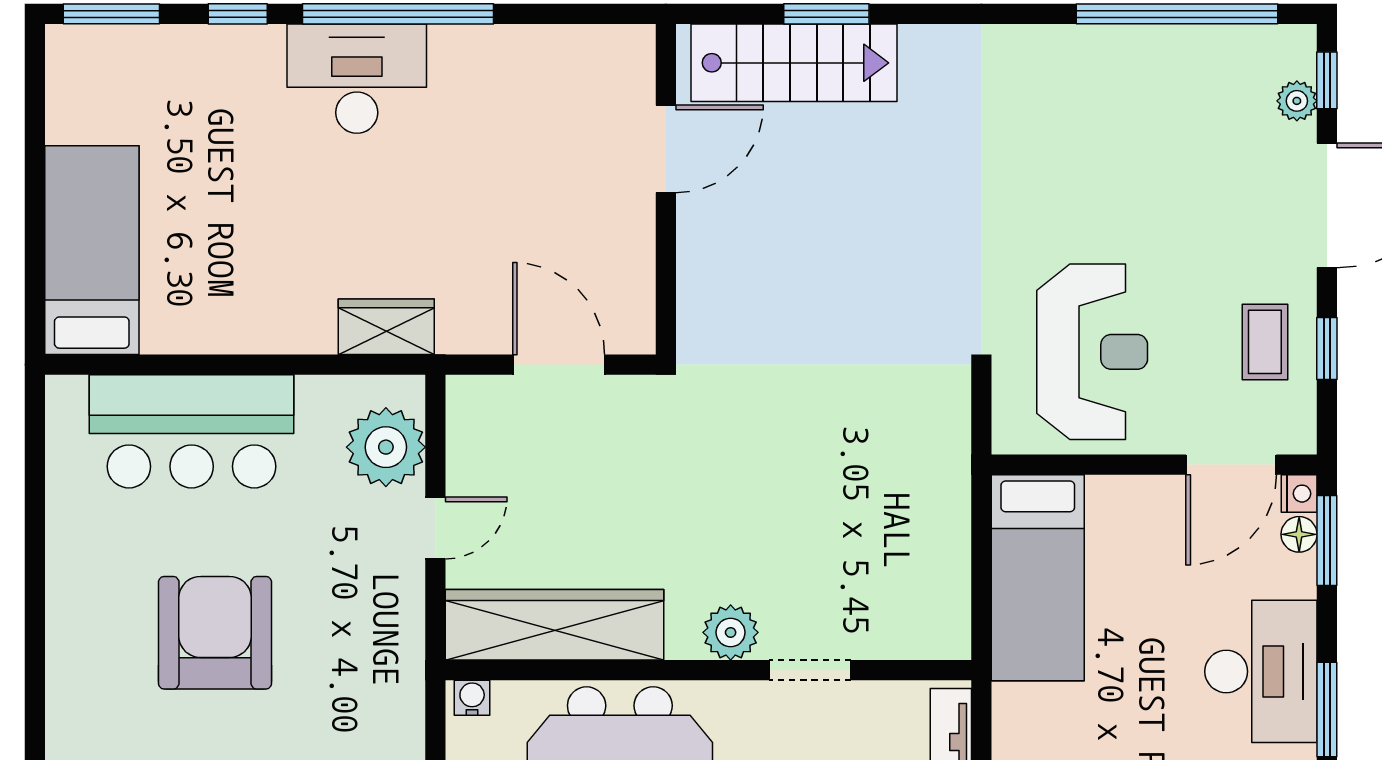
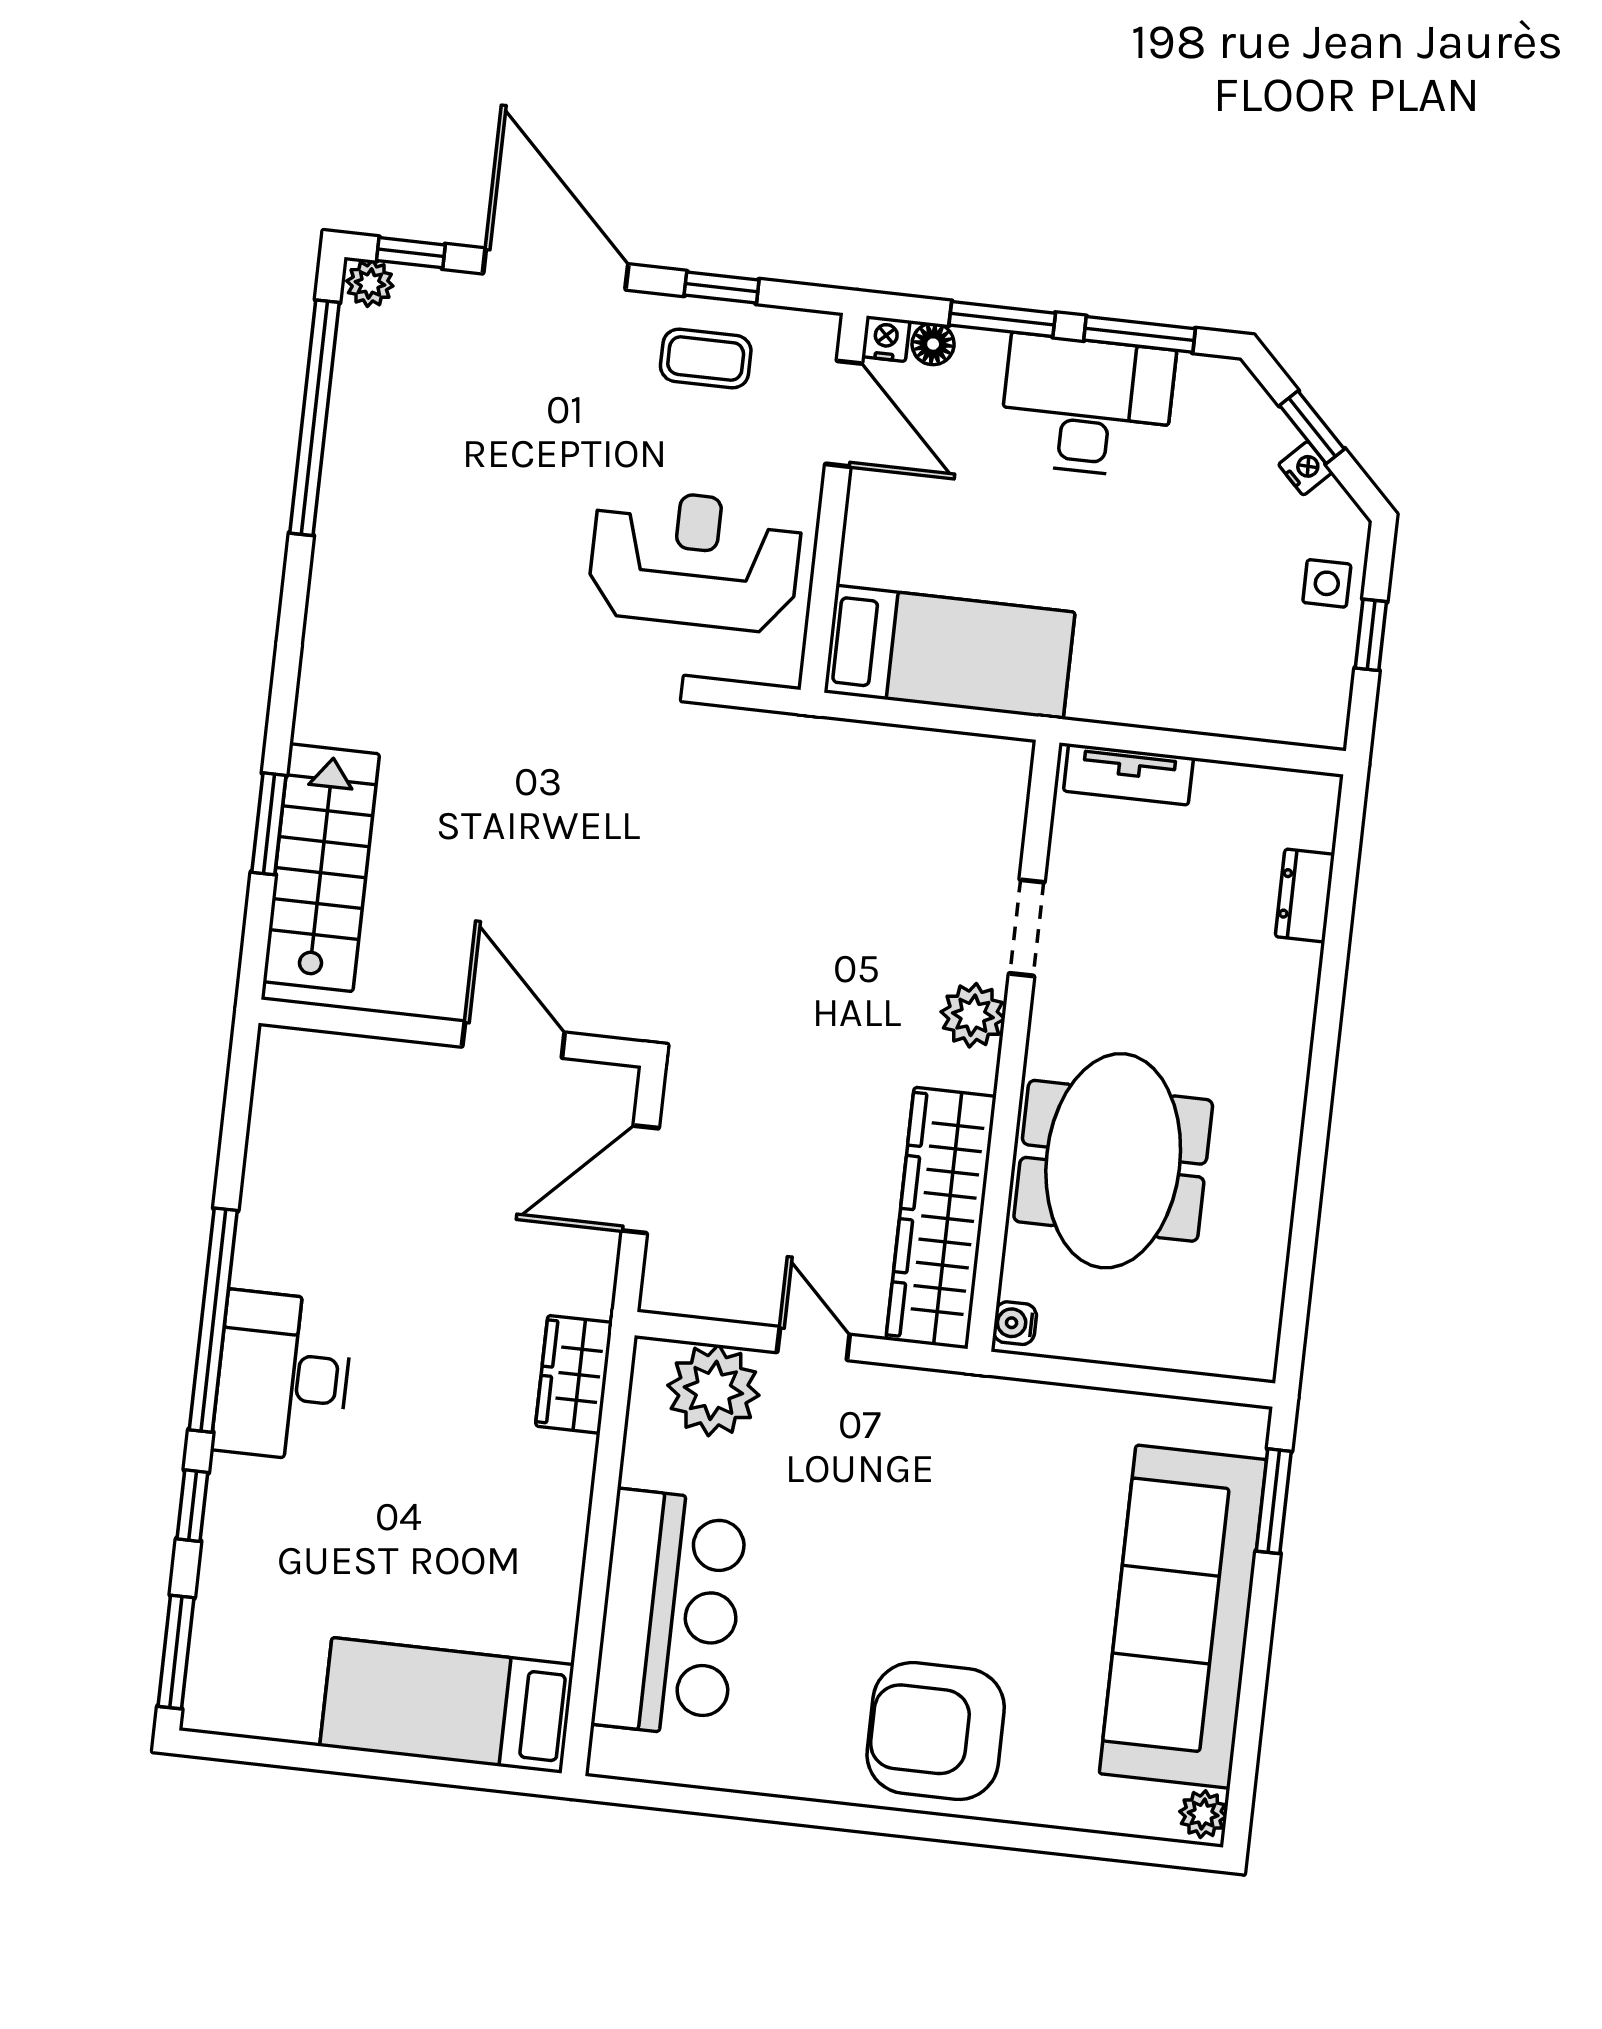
plant: (1297, 101) -> (370, 283), moved
door: (666, 149) -> (513, 1040), moved
window: (1327, 540) -> (1002, 319), moved
armchair: (215, 633) -> (936, 1731), moved

